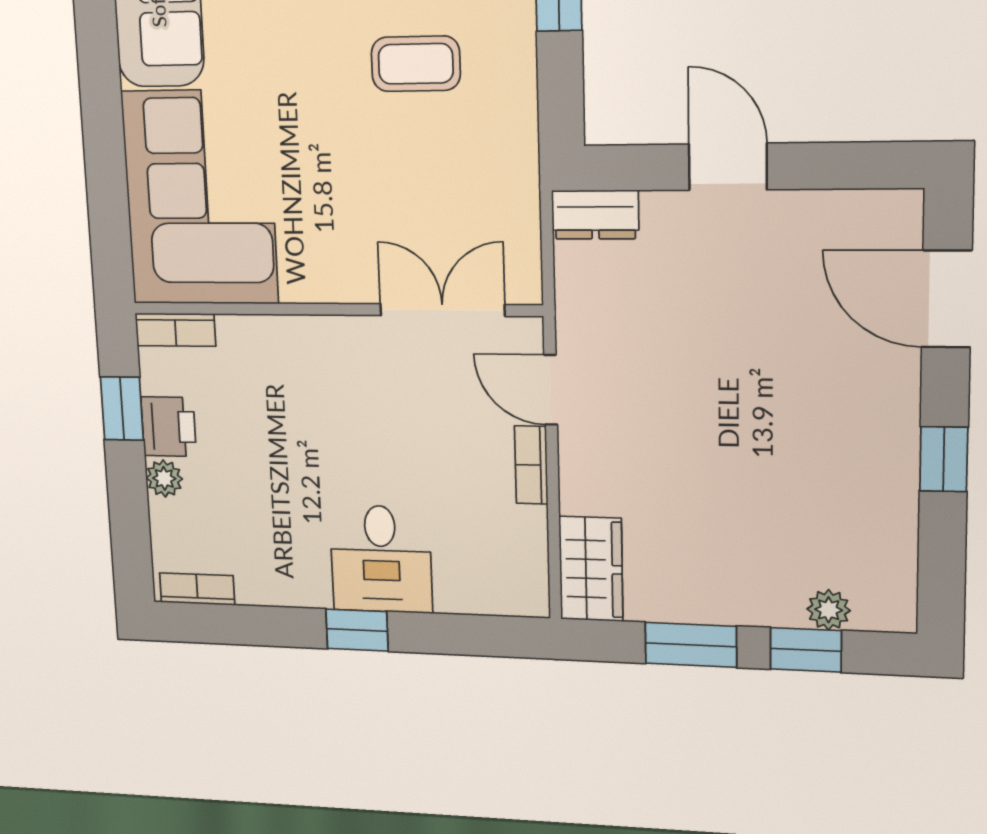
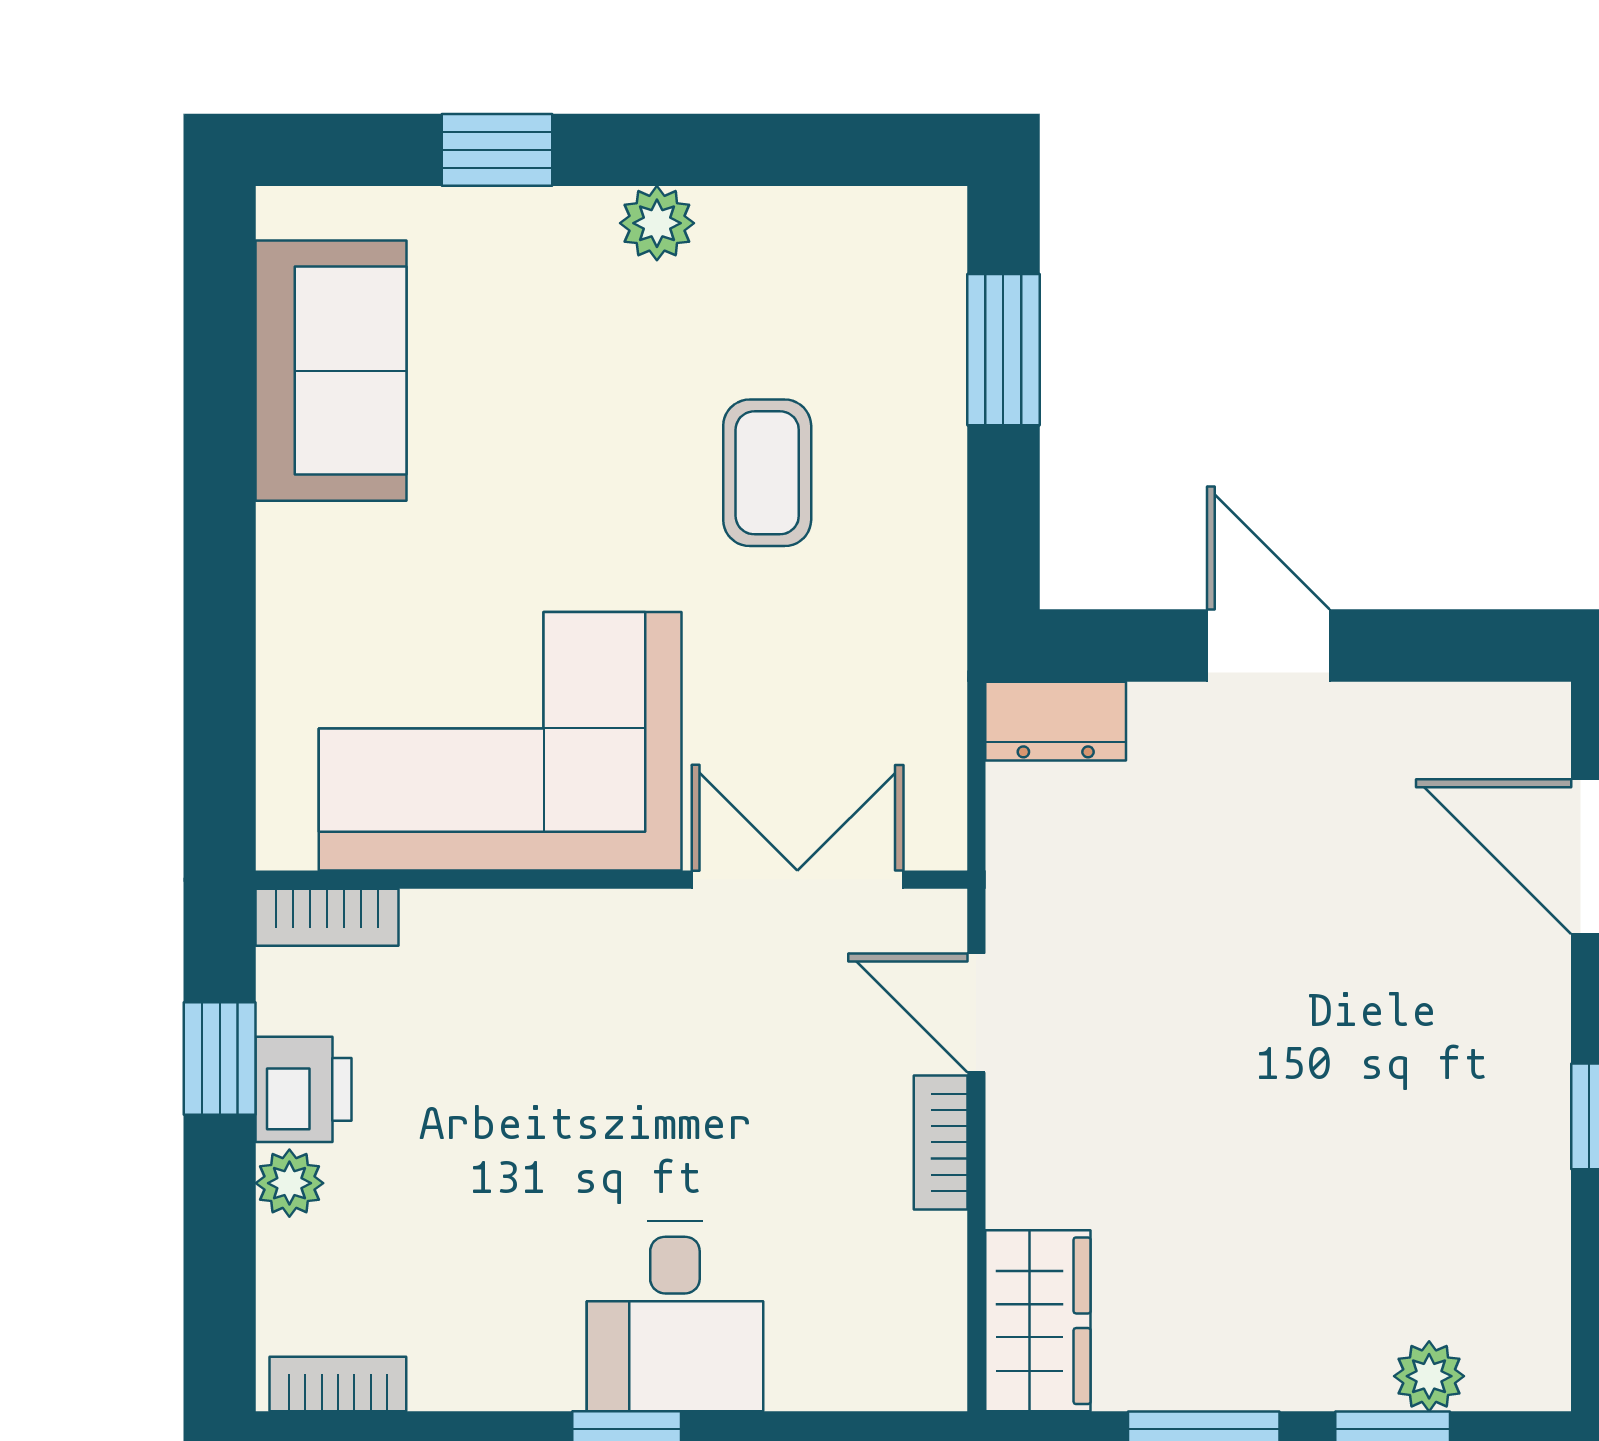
coffee table: (416, 64) -> (767, 473), turned 90
corner sofa: (200, 198) -> (500, 741), moved, turned -90

